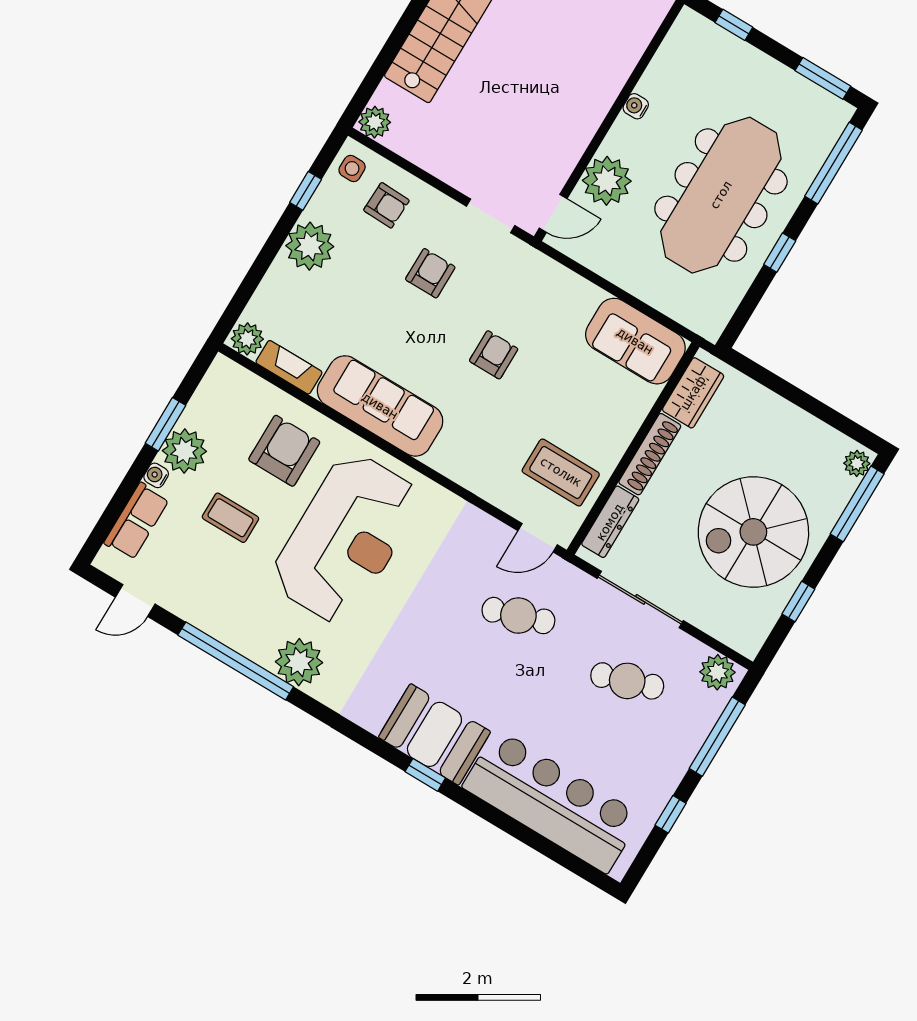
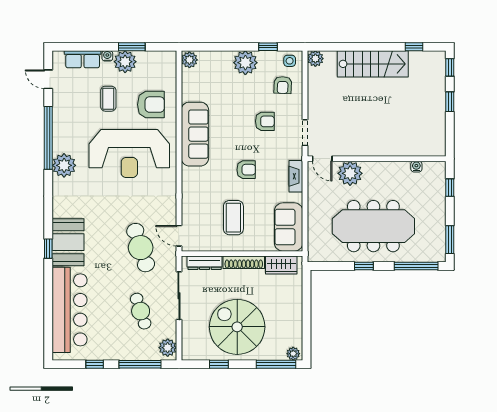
water cooler: (636, 106) -> (416, 167), moved
fireplace: (289, 367) -> (296, 176), moved, turned 180
coffee table: (561, 472) -> (233, 218), moved
cafe table: (518, 616) -> (141, 248), width x1.37, depth x1.35

